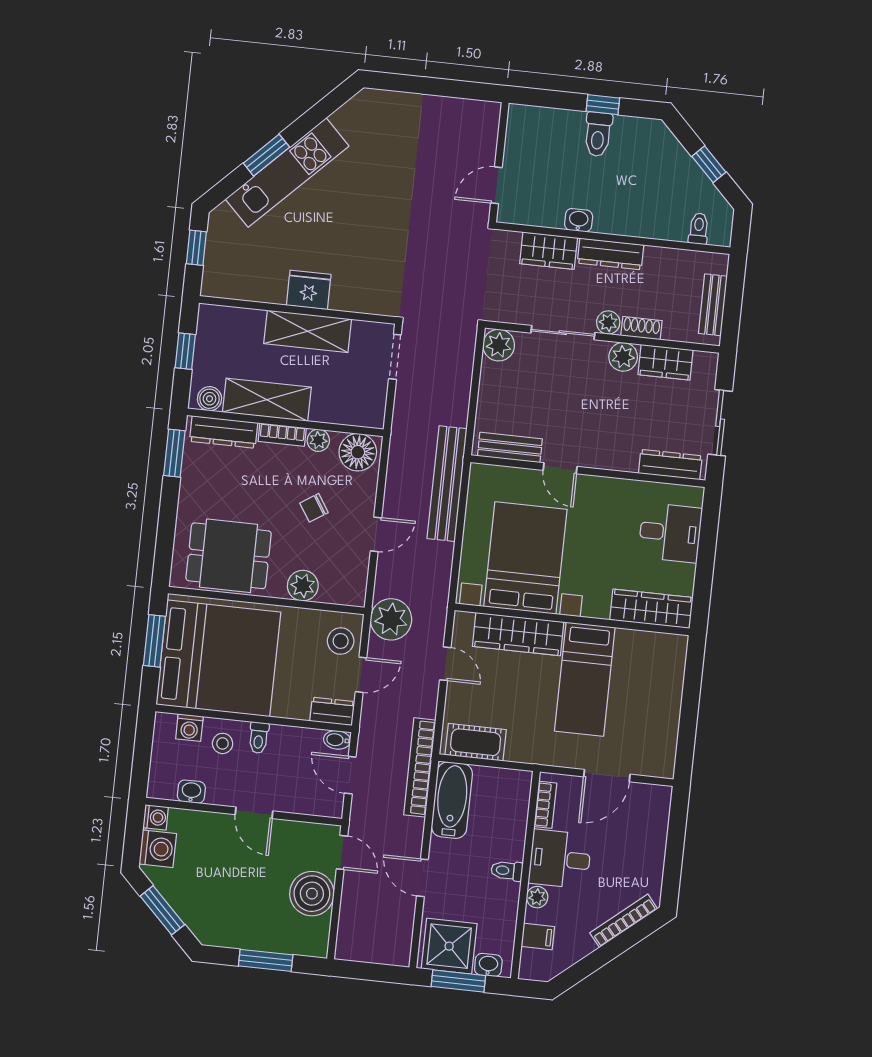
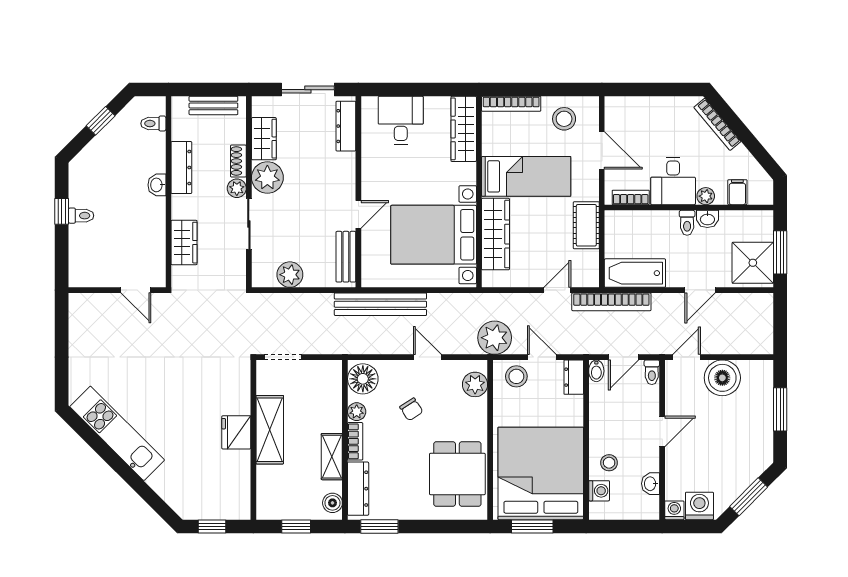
toilet: (598, 134) -> (81, 216), width x0.73, depth x0.72
window: (266, 155) -> (131, 478), removed
kitchen unit: (287, 173) -> (117, 433), moved
washbasin: (579, 220) -> (157, 185), moved
dresser: (611, 254) -> (181, 168), moved
plant: (499, 345) -> (290, 275), moved
plant: (623, 357) -> (267, 178), width x1.36, depth x1.36
shelving: (267, 400) -> (332, 457), width x0.67, depth x0.75
plant: (303, 586) -> (475, 384), moved
door: (445, 664) -> (557, 290), moved
bookcase: (676, 670) -> (511, 104), added
stool: (651, 733) -> (564, 119), added
toilet: (259, 738) -> (652, 372), moved, turned 90
cot: (476, 742) -> (586, 225), moved
washbasin: (488, 965) -> (707, 219), moved, turned -90

